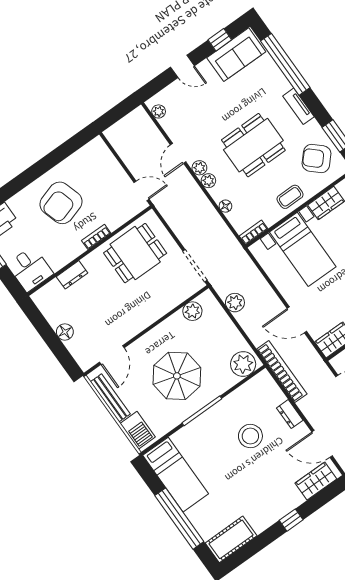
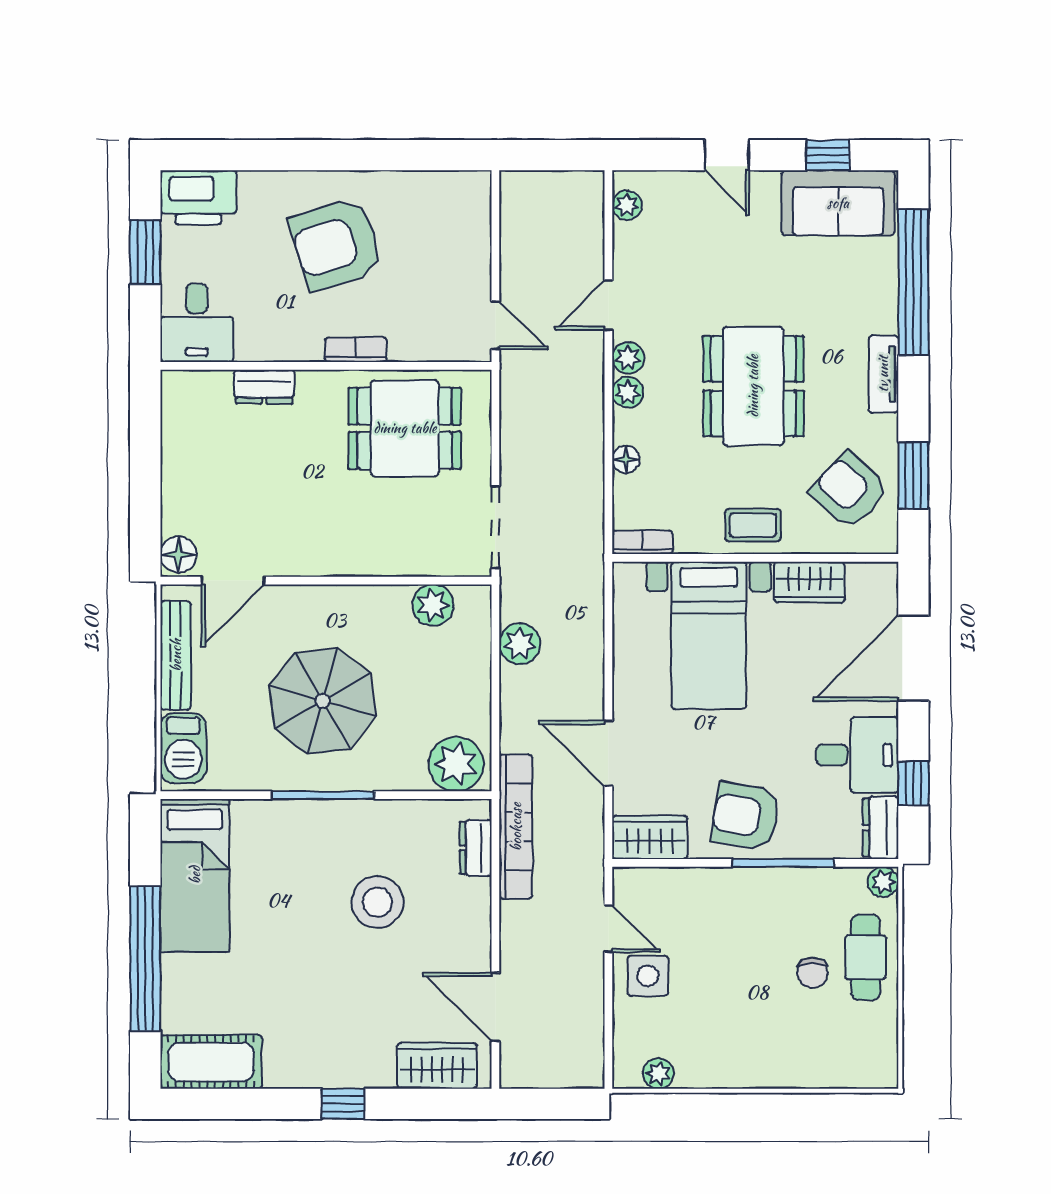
dining table: (253, 145) -> (753, 386), turned 90
floor lamp: (65, 332) -> (179, 554), moved
dresser: (290, 414) -> (476, 848), moved

